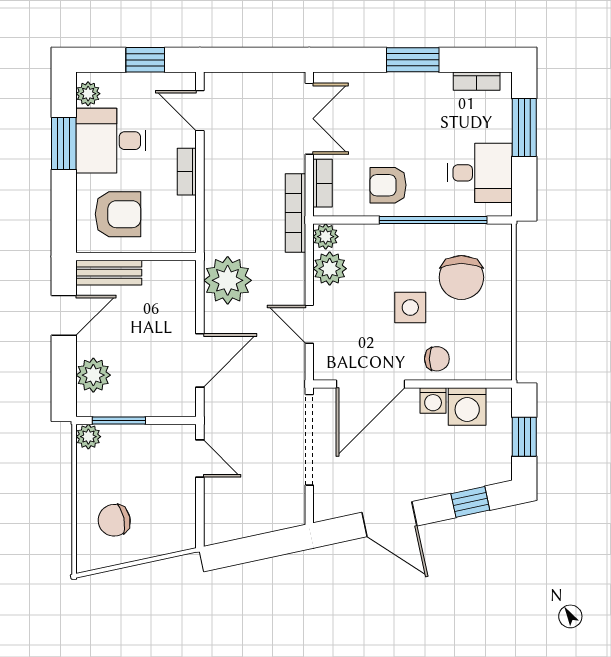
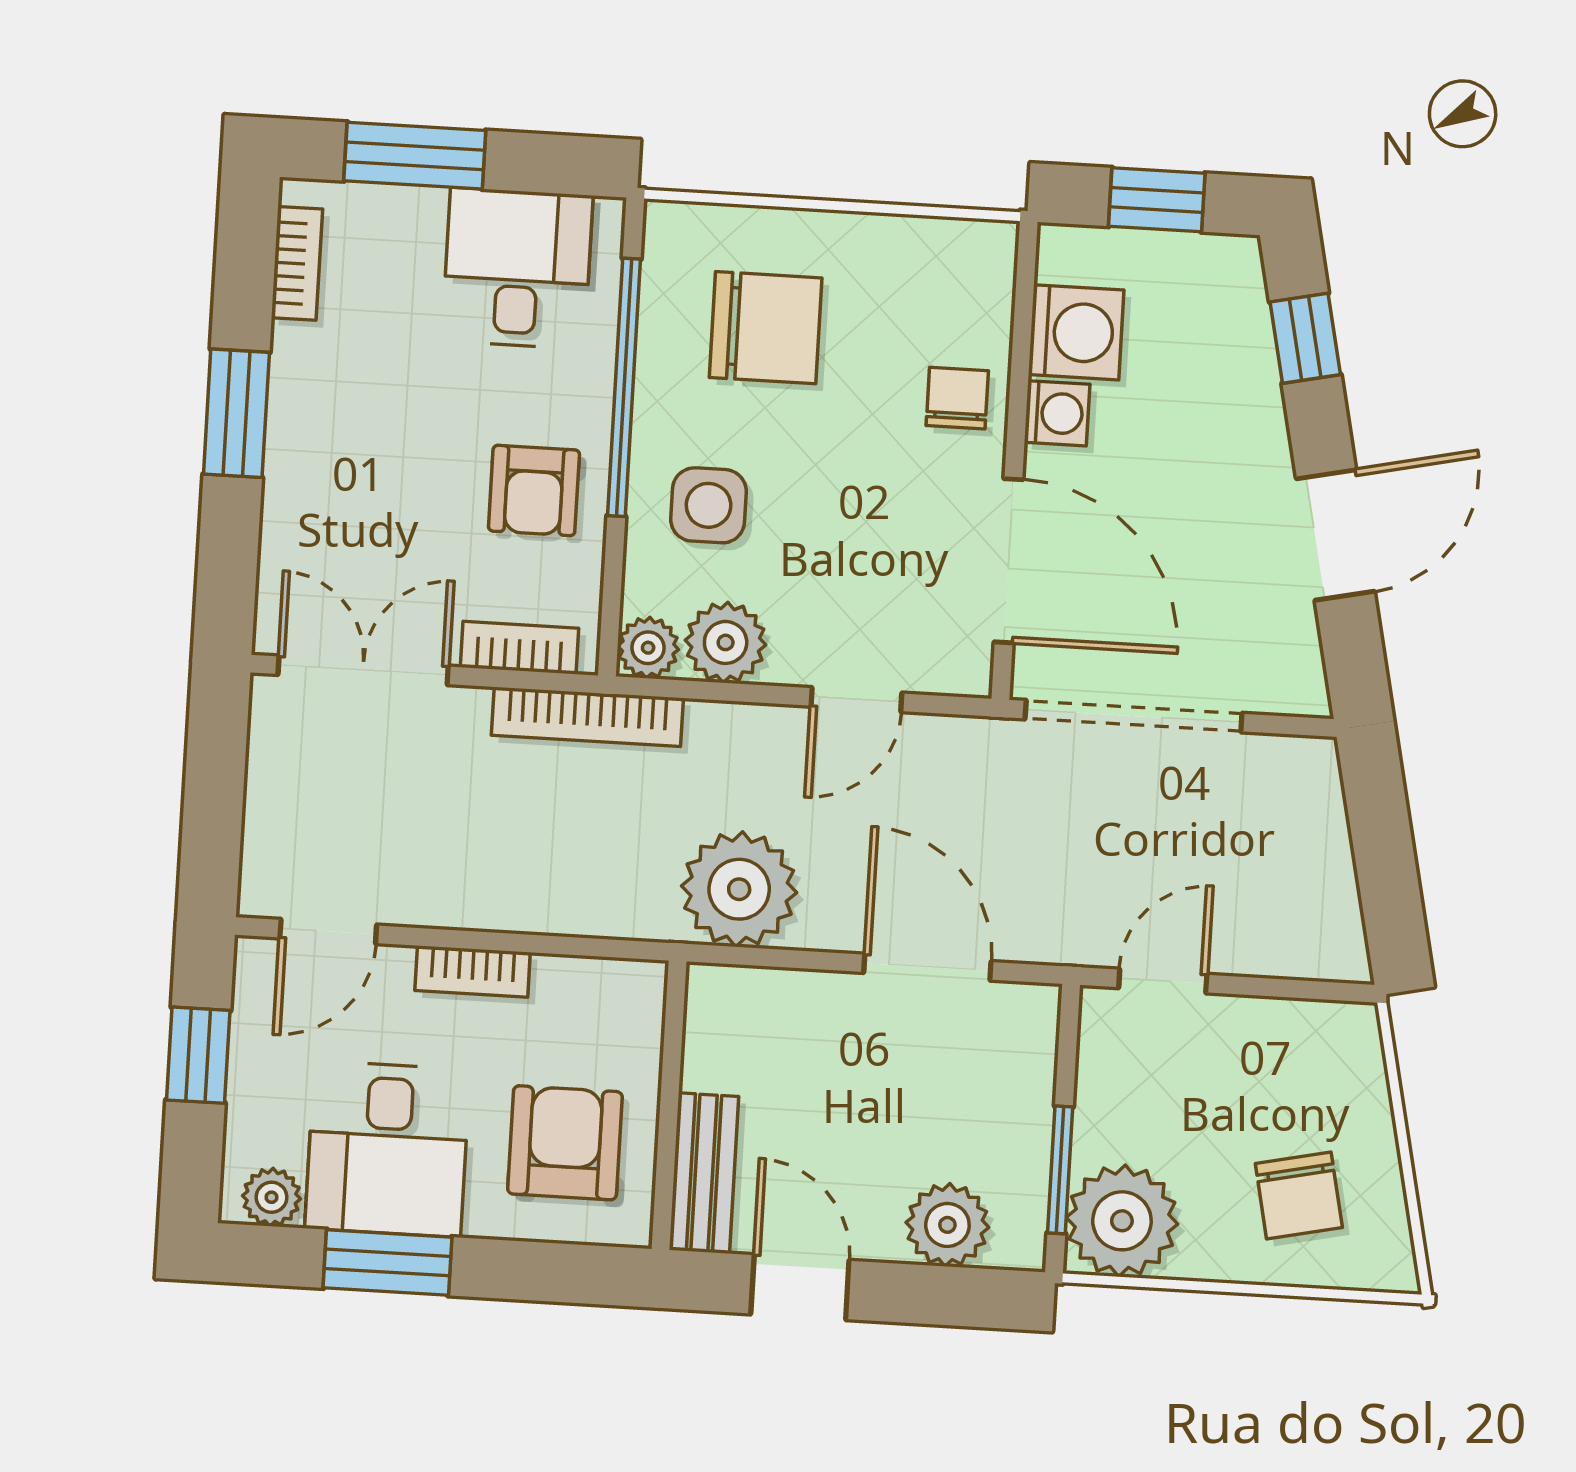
side table: (410, 307) -> (709, 505), moved
plant: (88, 437) -> (1122, 1221), width x1.87, depth x1.87

